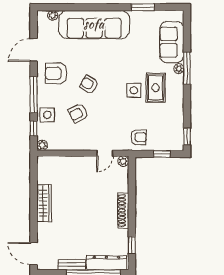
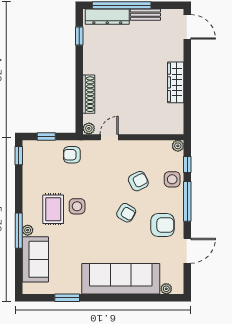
shoe rack: (123, 211) -> (89, 94), moved

